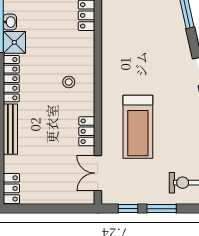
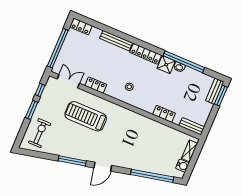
window: (57, 209) -> (58, 48), added

